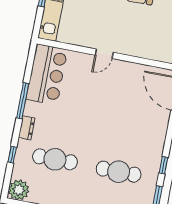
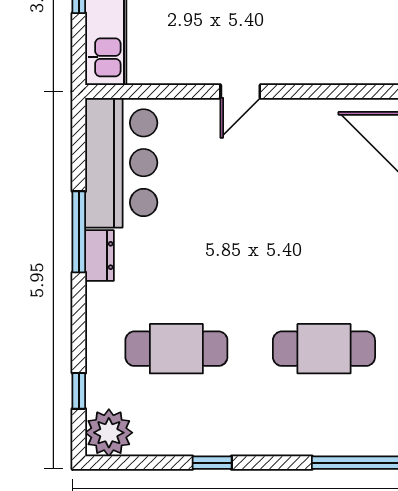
dresser: (27, 128) -> (99, 256), moved
window: (12, 155) -> (79, 391), moved

